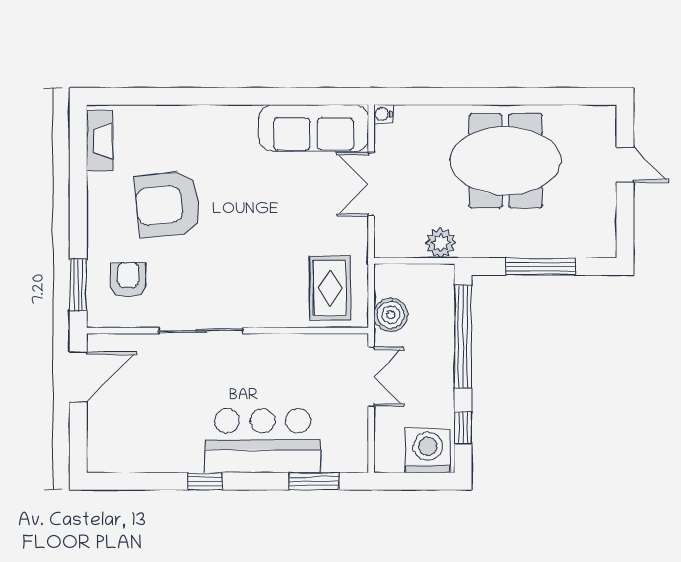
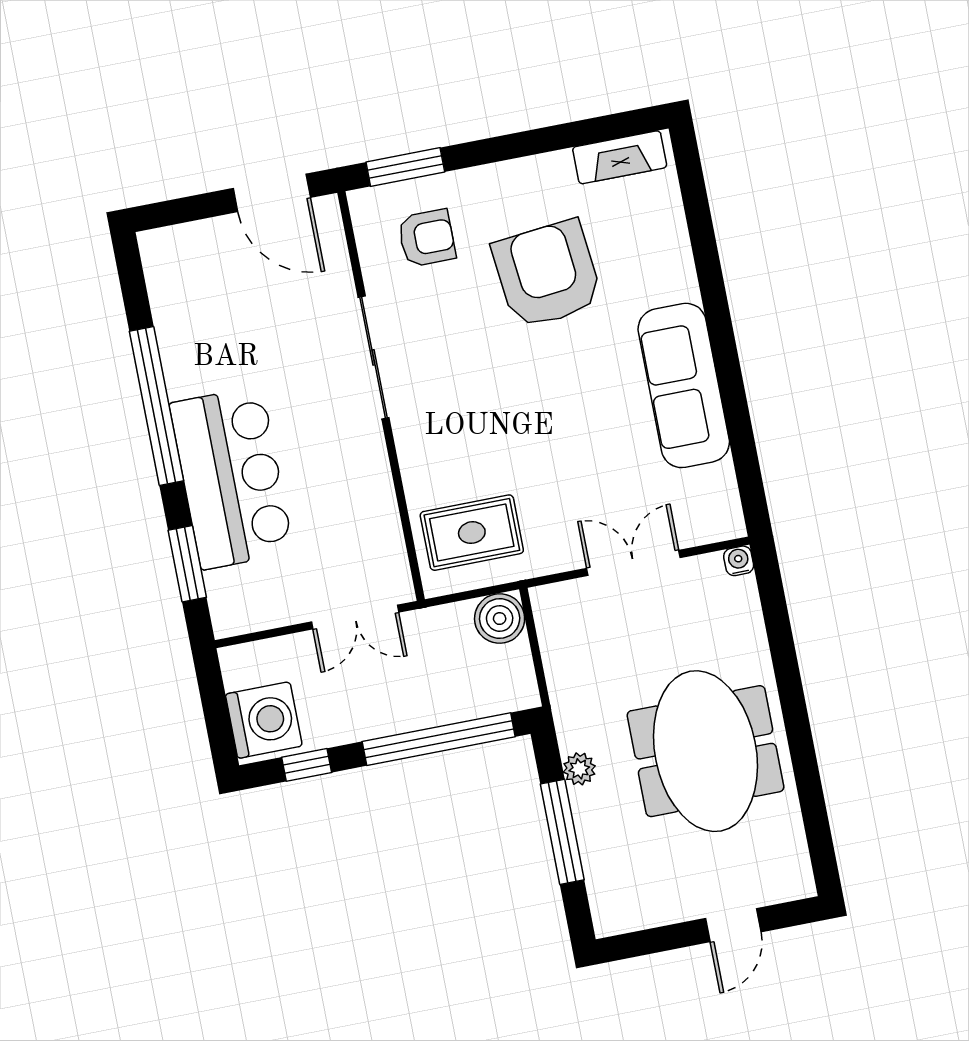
sofa: (314, 128) -> (684, 385), moved
plant: (441, 243) -> (579, 769), moved, width x0.73, depth x0.73
boiler: (391, 315) -> (500, 619), moved
window: (205, 481) -> (157, 406), width x3.17

